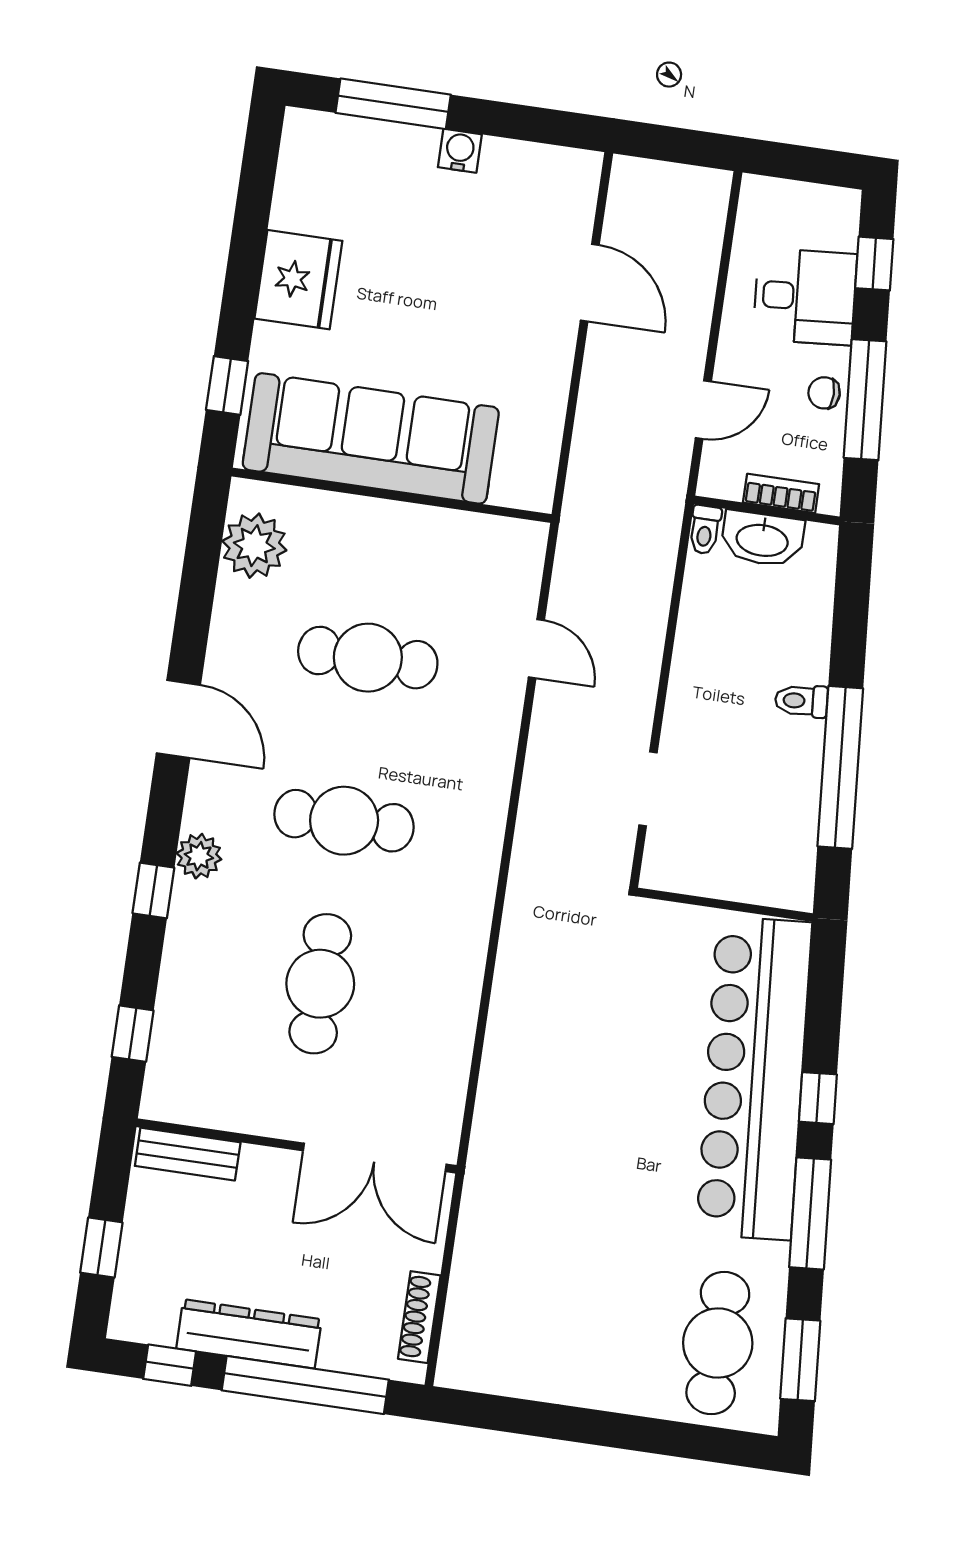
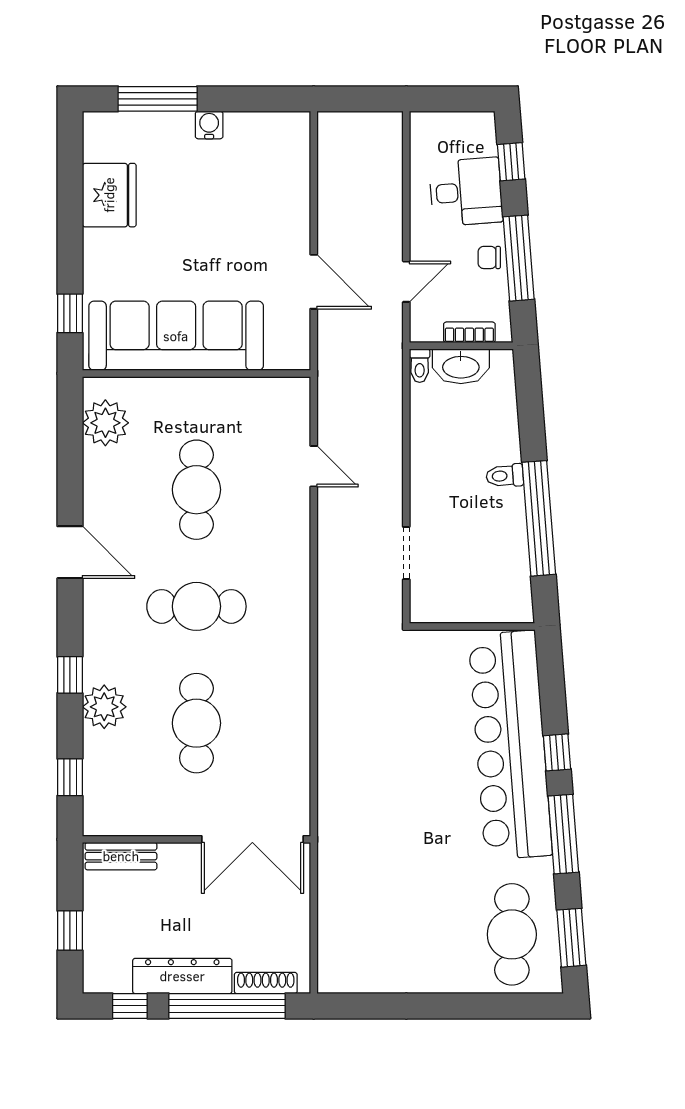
fridge: (298, 280) -> (109, 195), moved
door: (590, 283) -> (314, 282), moved
cafe table: (368, 658) -> (196, 490), turned 90
plant: (199, 856) -> (104, 707), moved, width x1.36, depth x1.36
shoe rack: (419, 1317) -> (266, 983), moved, turned 90

